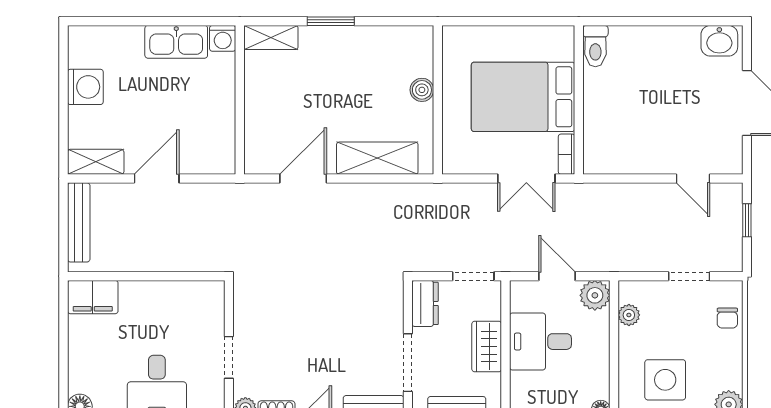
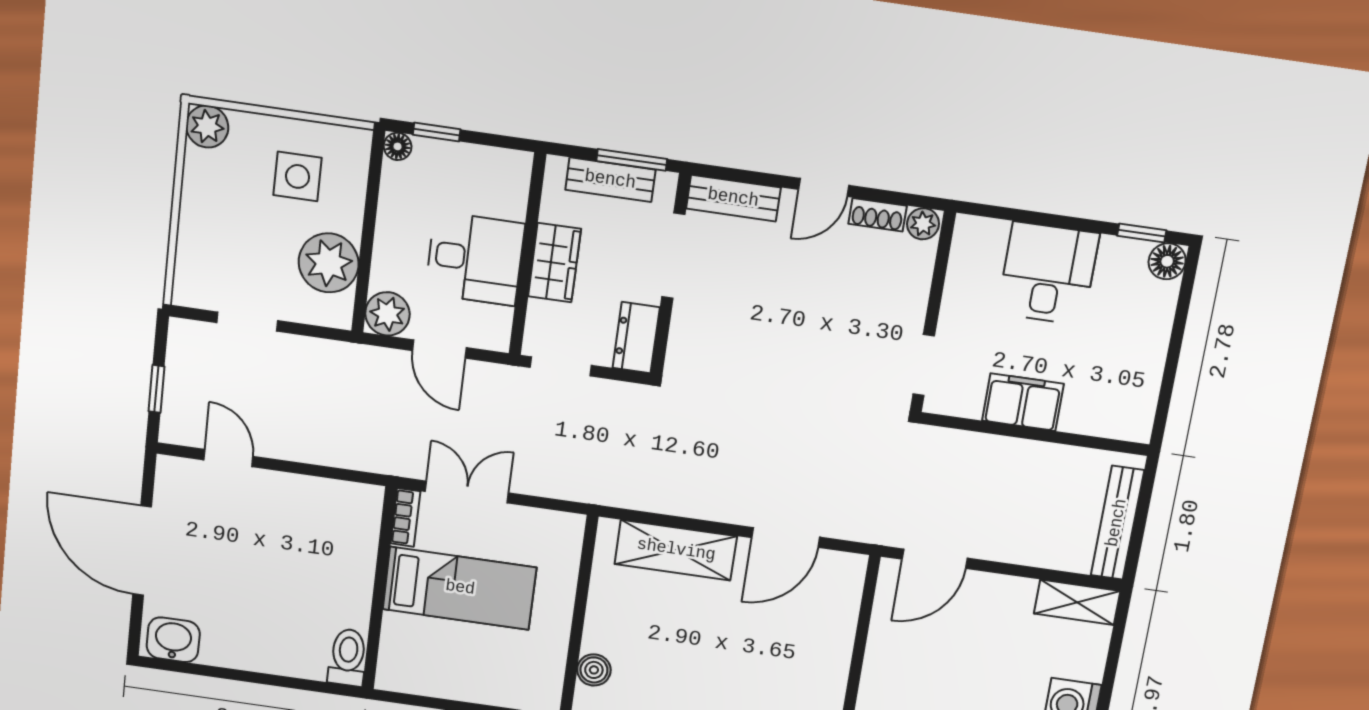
boiler: (422, 90) -> (594, 670), moved
bed: (523, 97) -> (460, 588), width x0.67
door: (157, 179) -> (935, 559), moved
filing cabinet: (93, 297) -> (1023, 402), moved
plant: (629, 315) -> (329, 263), width x1.88, depth x1.88
chair: (727, 318) -> (197, 253), removed
doorway: (229, 357) -> (924, 365), moved
side table: (665, 380) -> (298, 176), width x0.73, depth x0.73

